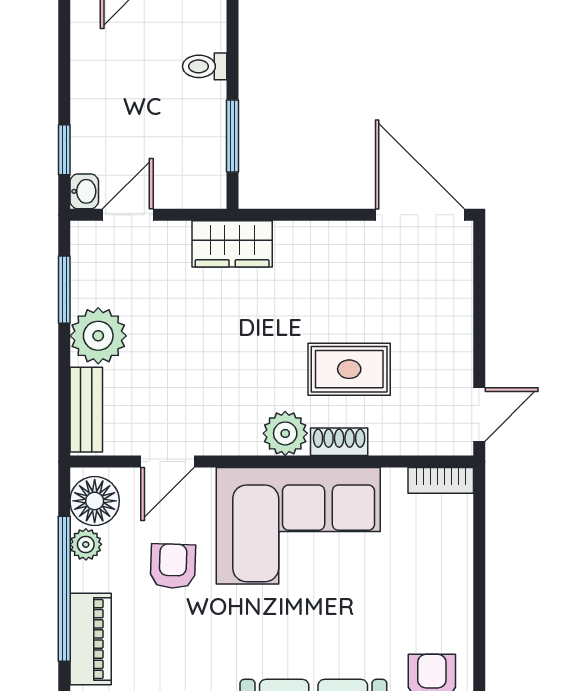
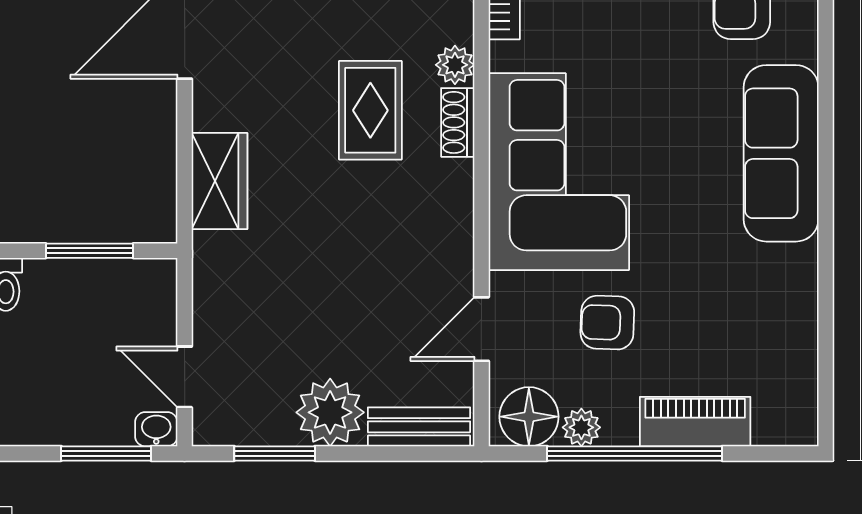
window: (64, 150) -> (106, 453), width x1.50
wardrobe: (232, 244) -> (219, 181), moved
plant: (285, 433) -> (455, 65), moved, width x0.73, depth x0.73
door: (167, 462) -> (481, 329), swing flipped

